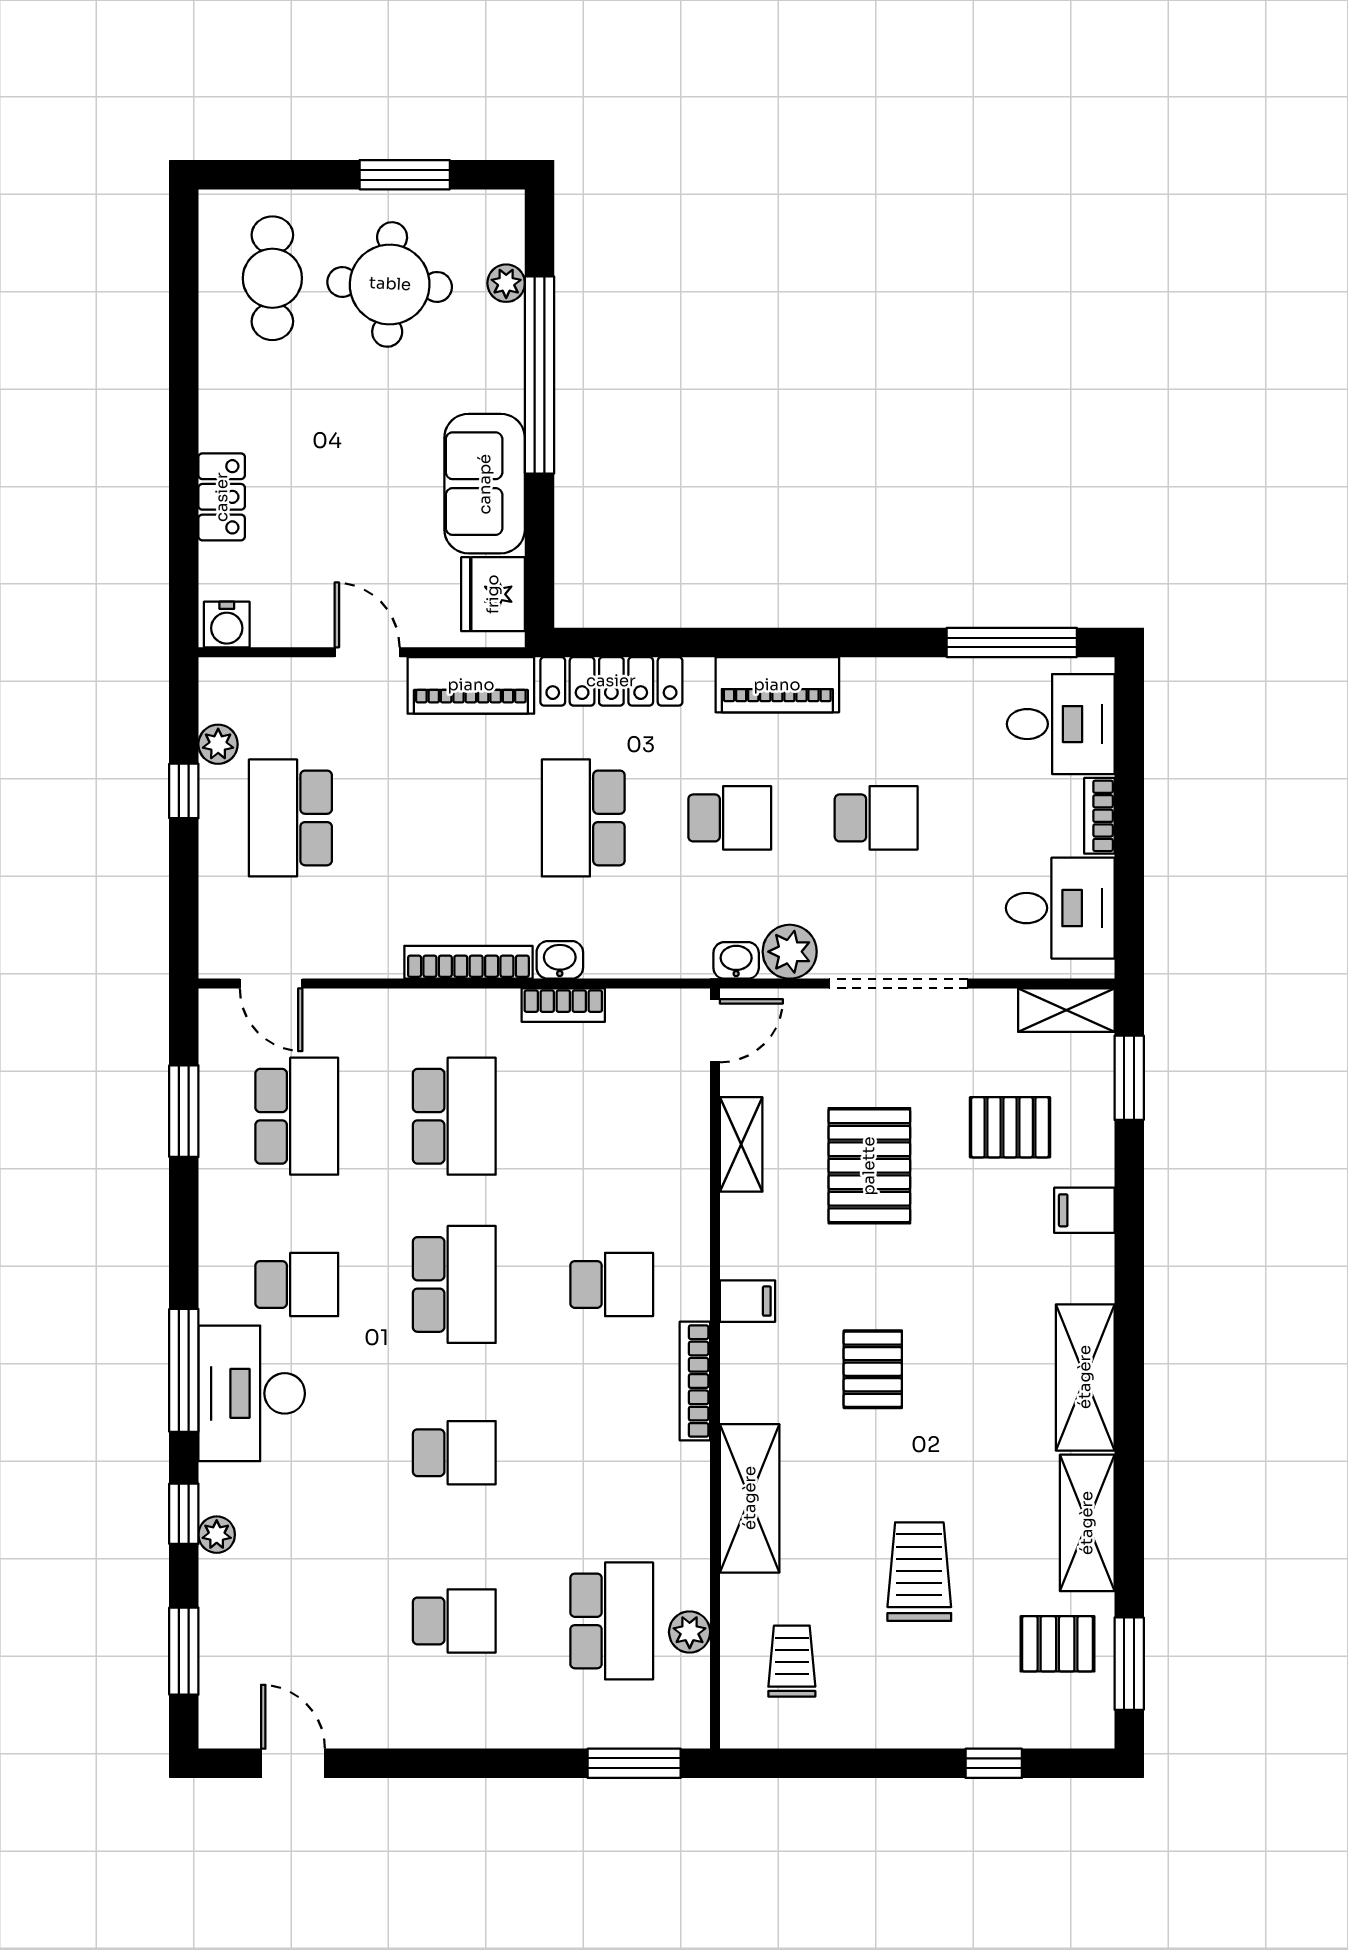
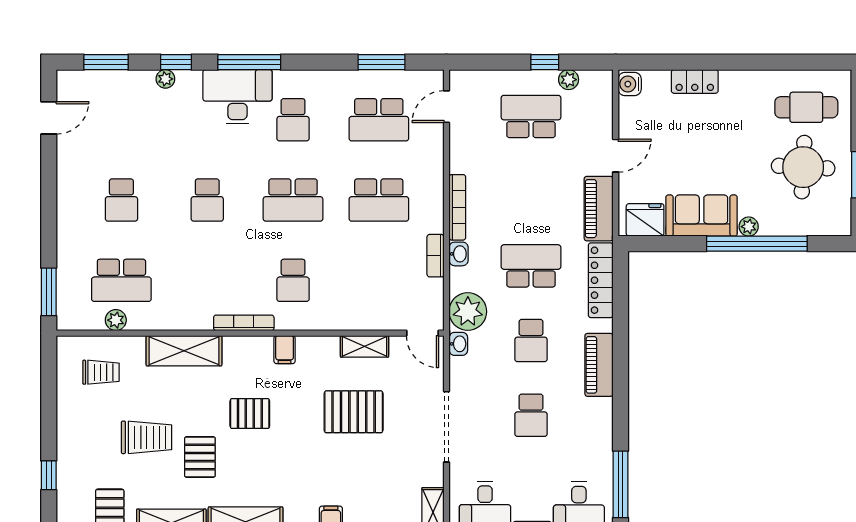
plant: (506, 283) -> (749, 227), moved
plant: (790, 952) -> (468, 312), moved, width x1.36, depth x1.36
pallet: (1010, 1127) -> (200, 457), moved

